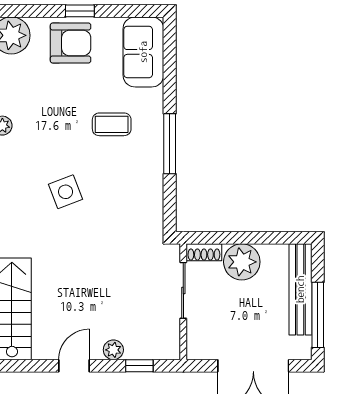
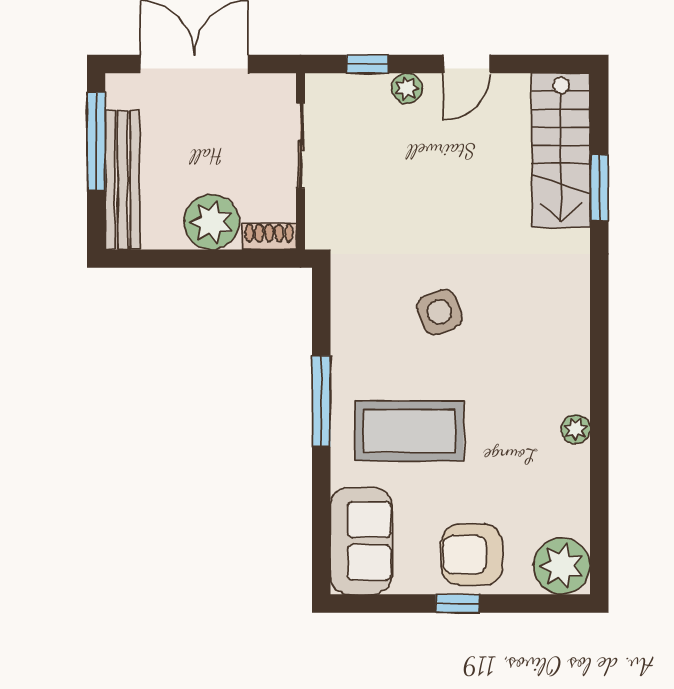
coffee table: (112, 124) -> (409, 431), width x1.86, depth x1.72
side table: (66, 192) -> (439, 312), moved
sliding door: (183, 290) -> (300, 146), moved

